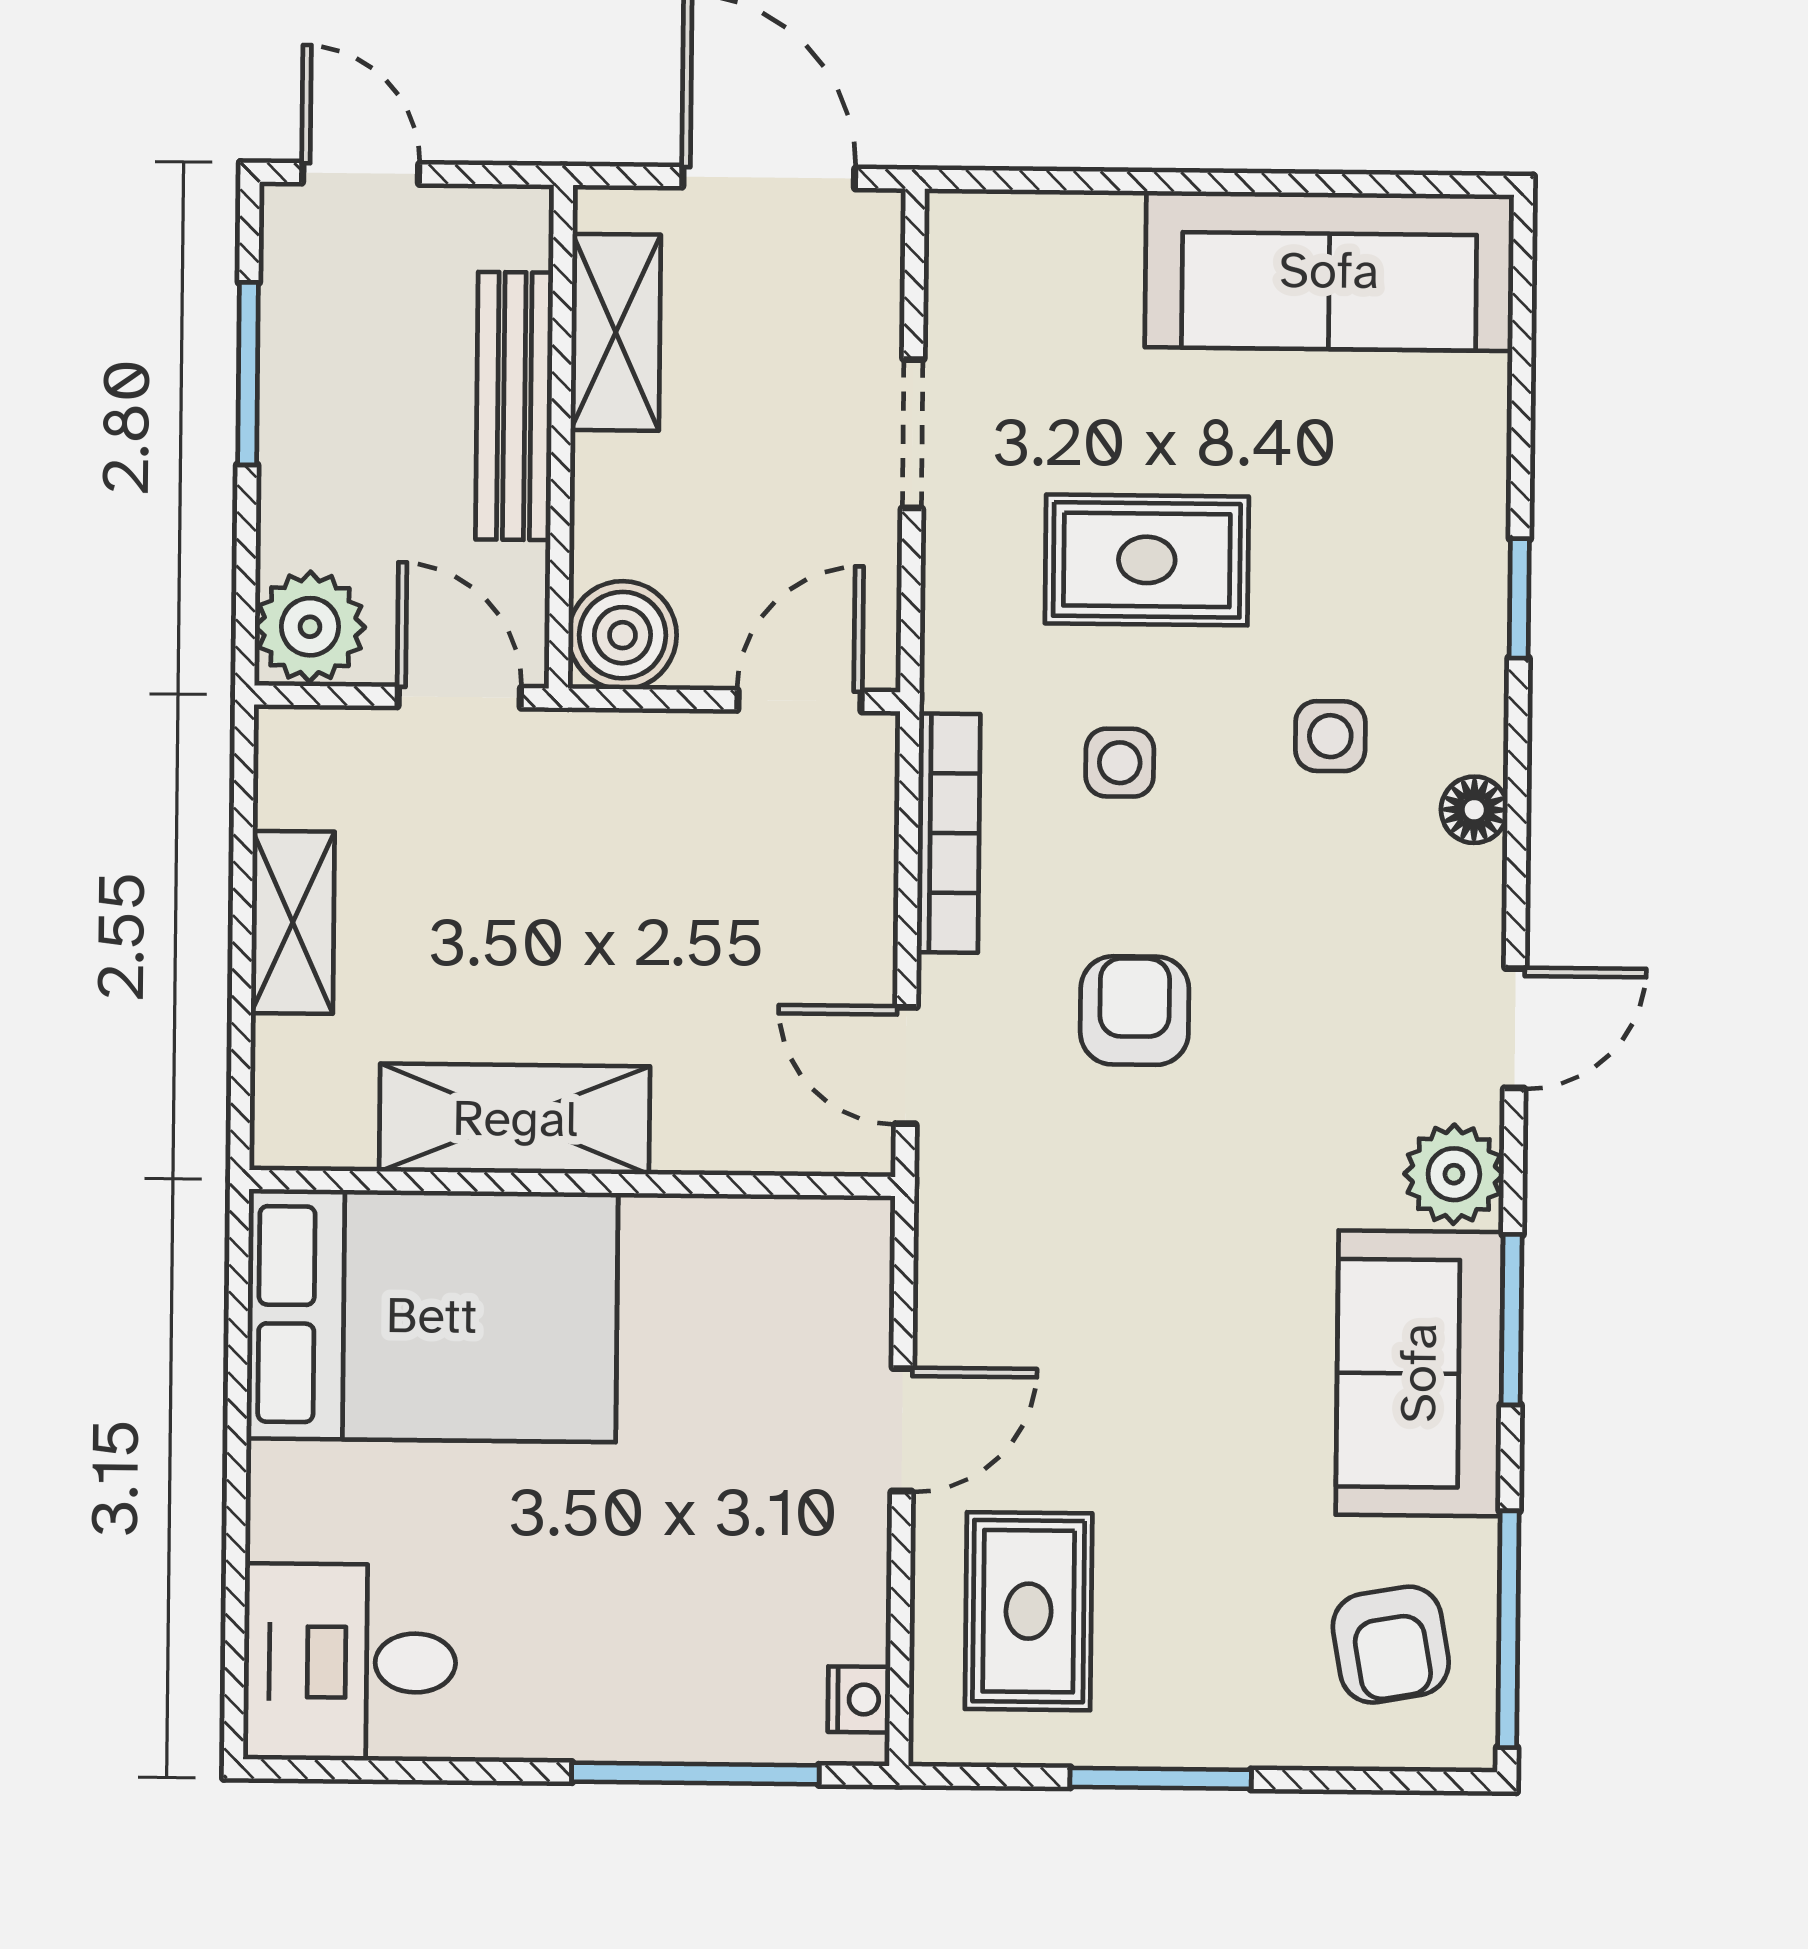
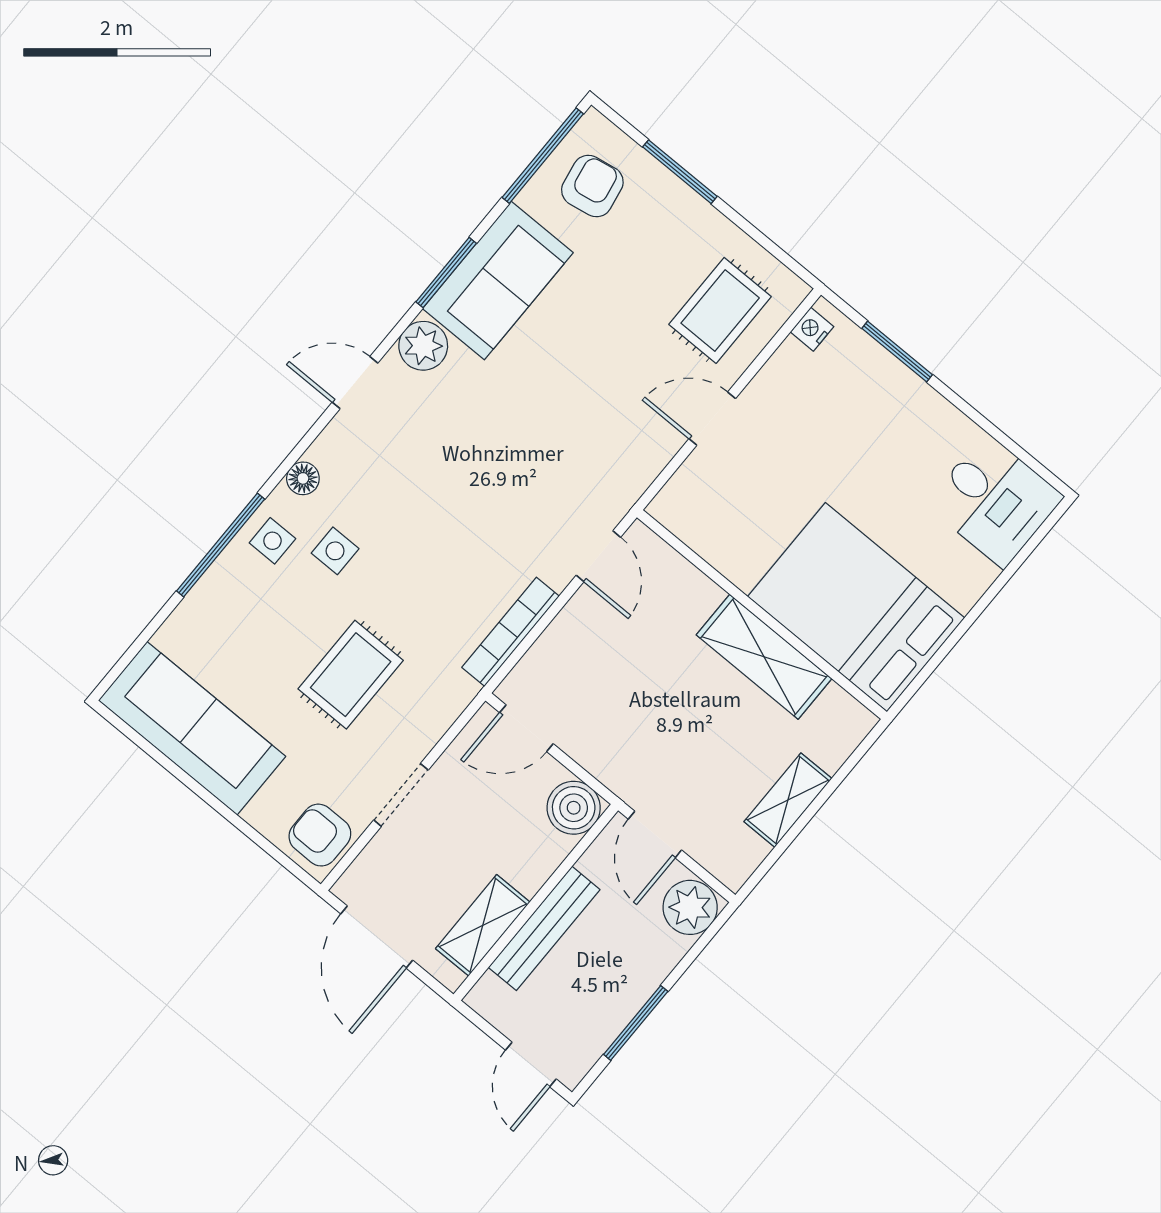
rug: (1147, 560) -> (351, 675), turned 90
window: (1519, 598) -> (221, 545), width x2.17
side table: (1120, 763) -> (272, 541), moved
armchair: (1135, 1011) -> (320, 835), moved, turned 90
window: (695, 1774) -> (897, 351), width x0.69
window: (1161, 1778) -> (680, 172), moved

